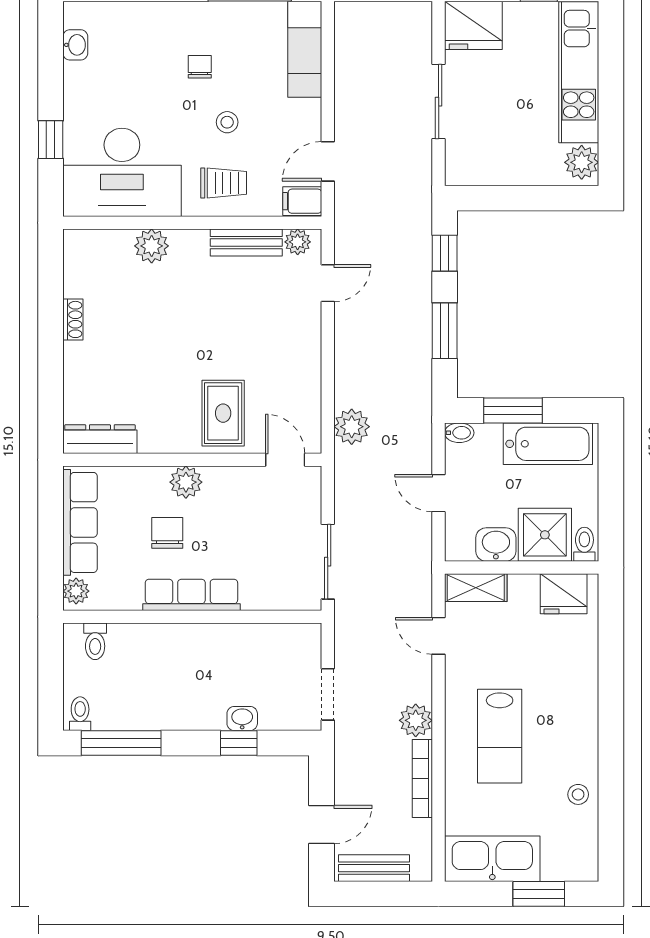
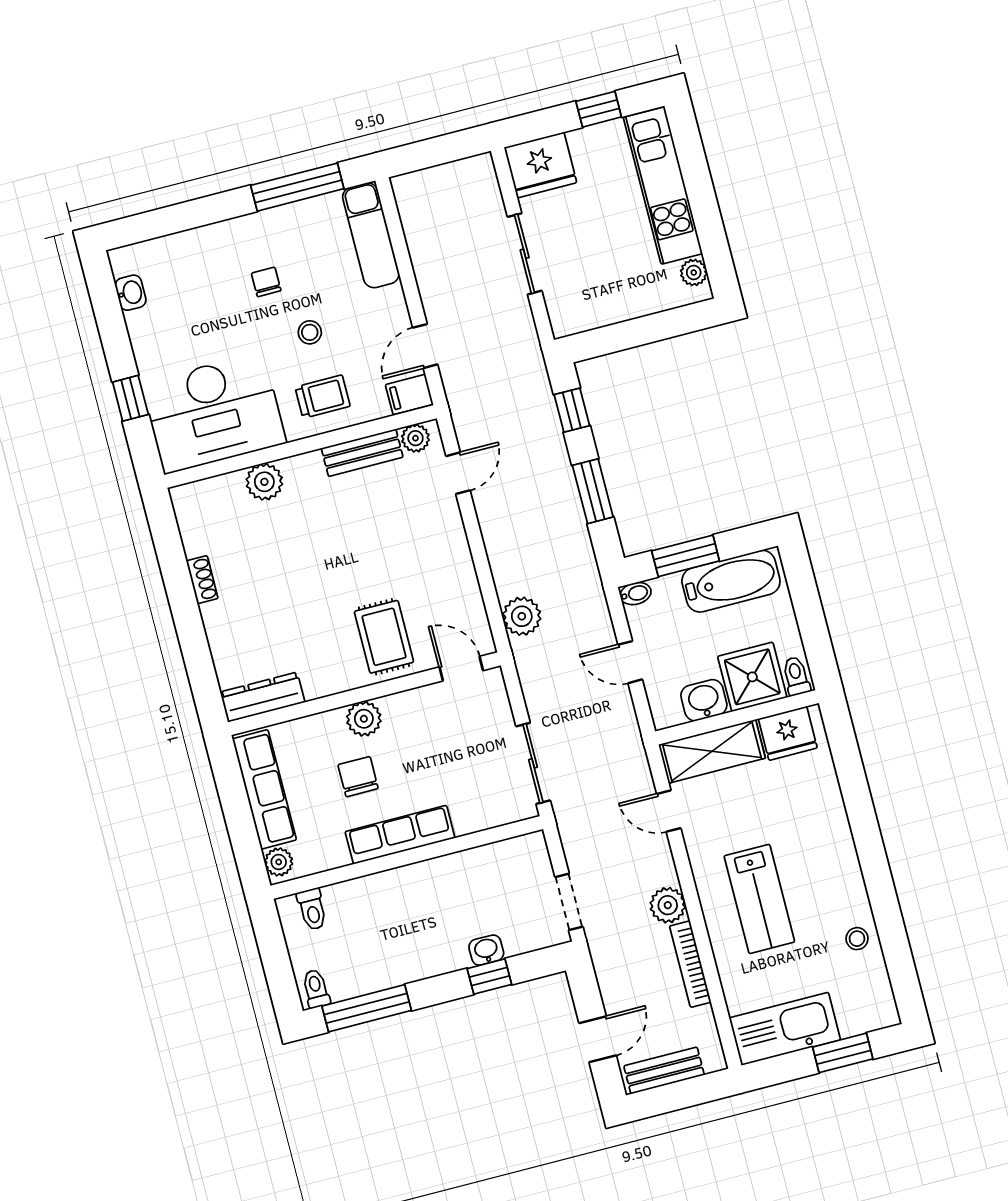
plant: (582, 162) -> (694, 273), width x0.73, depth x0.73
shelving: (476, 588) -> (712, 751), width x1.50, depth x1.33

